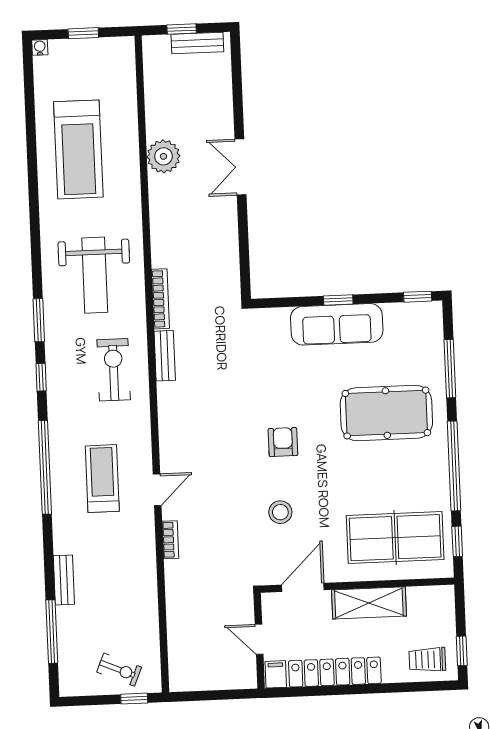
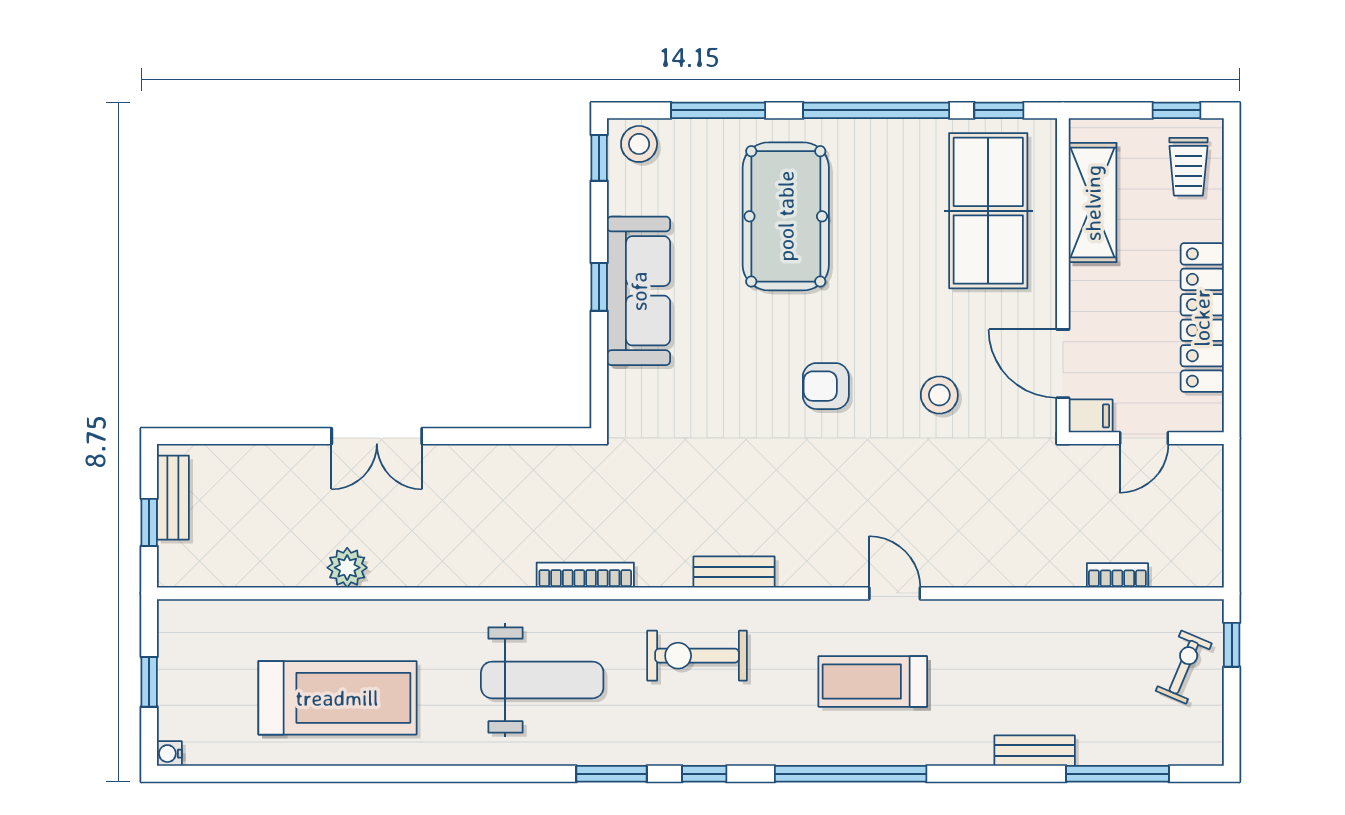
plant: (163, 156) -> (347, 568), width x0.73, depth x0.73
stool: (427, 321) -> (639, 144), added
bench: (165, 356) -> (734, 572), moved
bookcase: (170, 540) -> (1117, 575), moved
shelving: (369, 603) -> (1093, 203), moved
filing cabinet: (276, 674) -> (1091, 416), moved, turned 180

